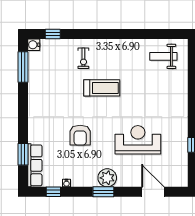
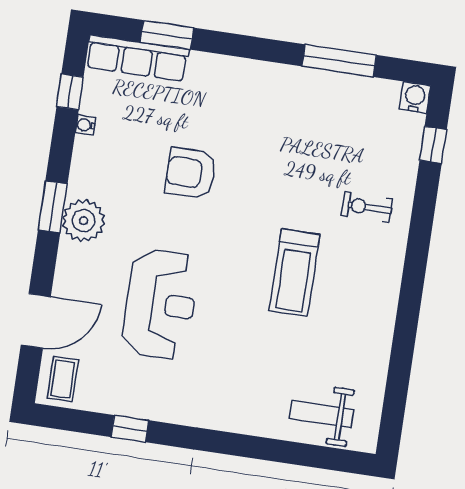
weight bench: (163, 56) -> (322, 414), moved, turned -90
window: (23, 67) -> (339, 61), moved
treadmill: (102, 88) -> (295, 272), moved
coffee table: (176, 177) -> (63, 379), added

